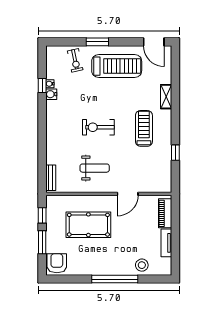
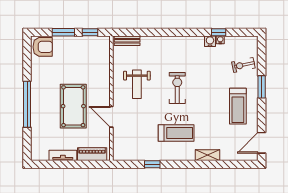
treadmill: (117, 66) -> (238, 106), width x0.73, depth x0.73
pool table: (88, 225) -> (73, 106), moved
stool: (142, 265) -> (41, 131), removed

